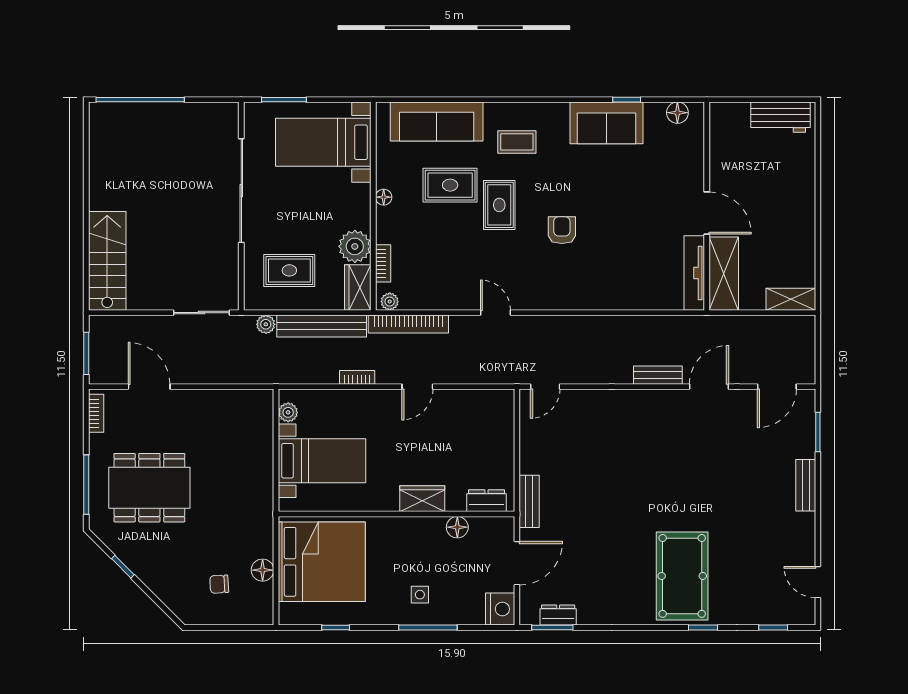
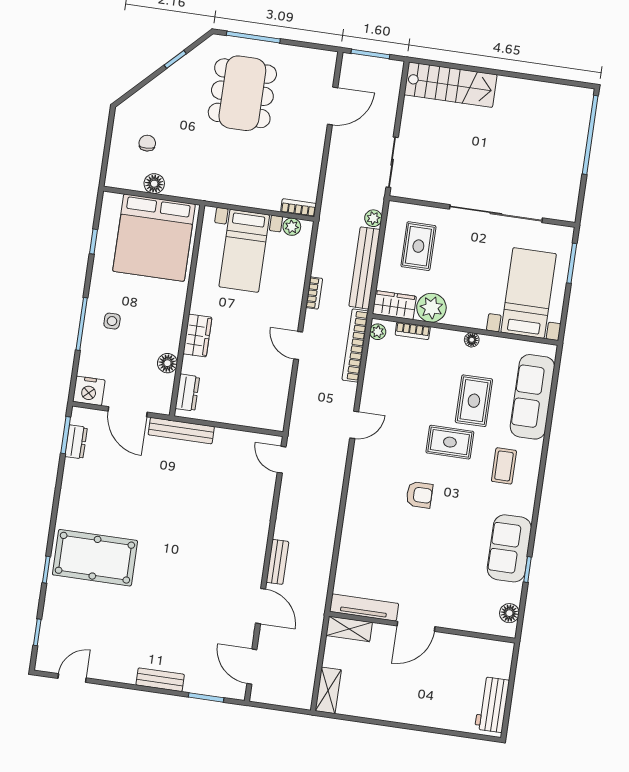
shelving: (724, 274) -> (349, 629), width x0.67, depth x0.75
bookcase: (96, 413) -> (298, 208), moved, turned 180
bench: (529, 501) -> (181, 431), width x1.36

